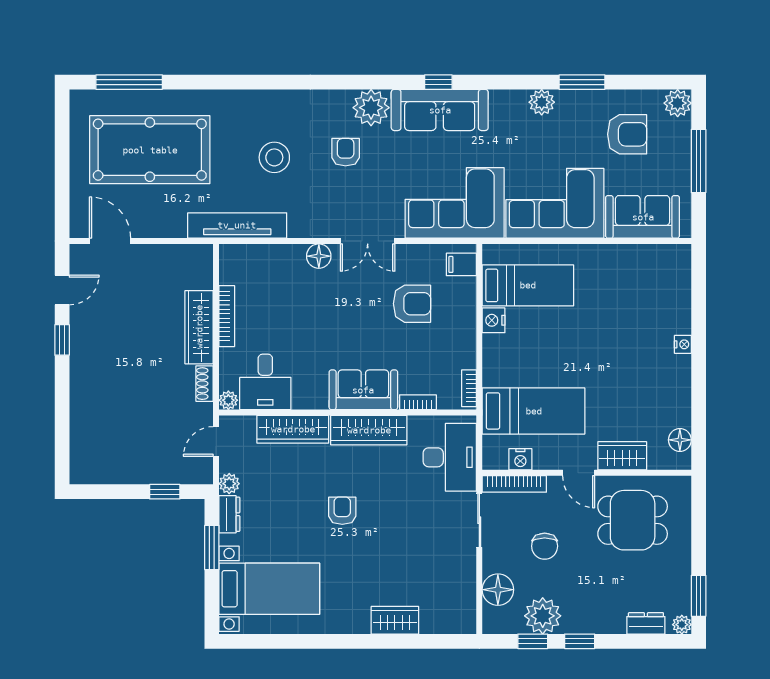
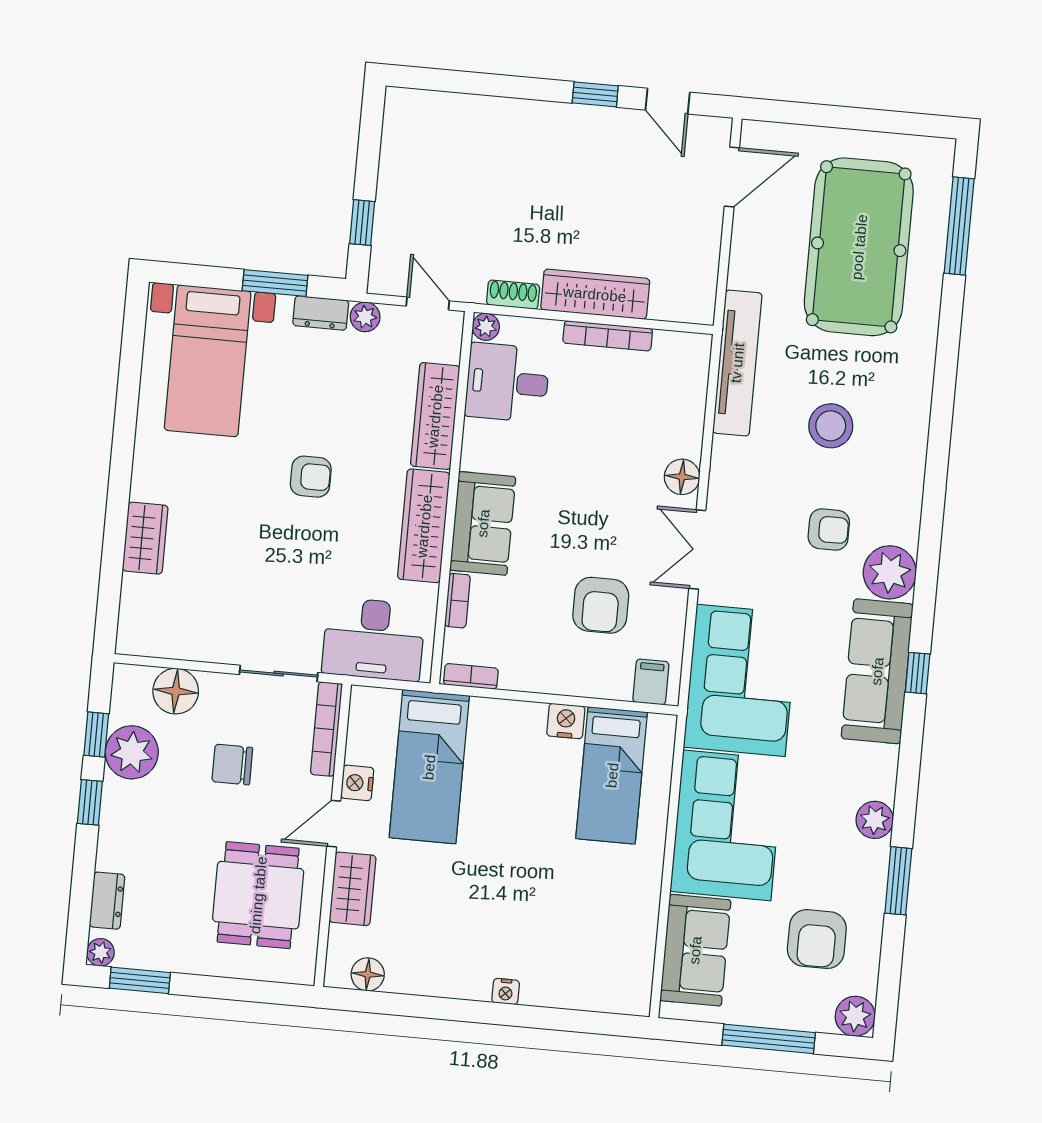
nightstand: (520, 459) -> (357, 783), moved

